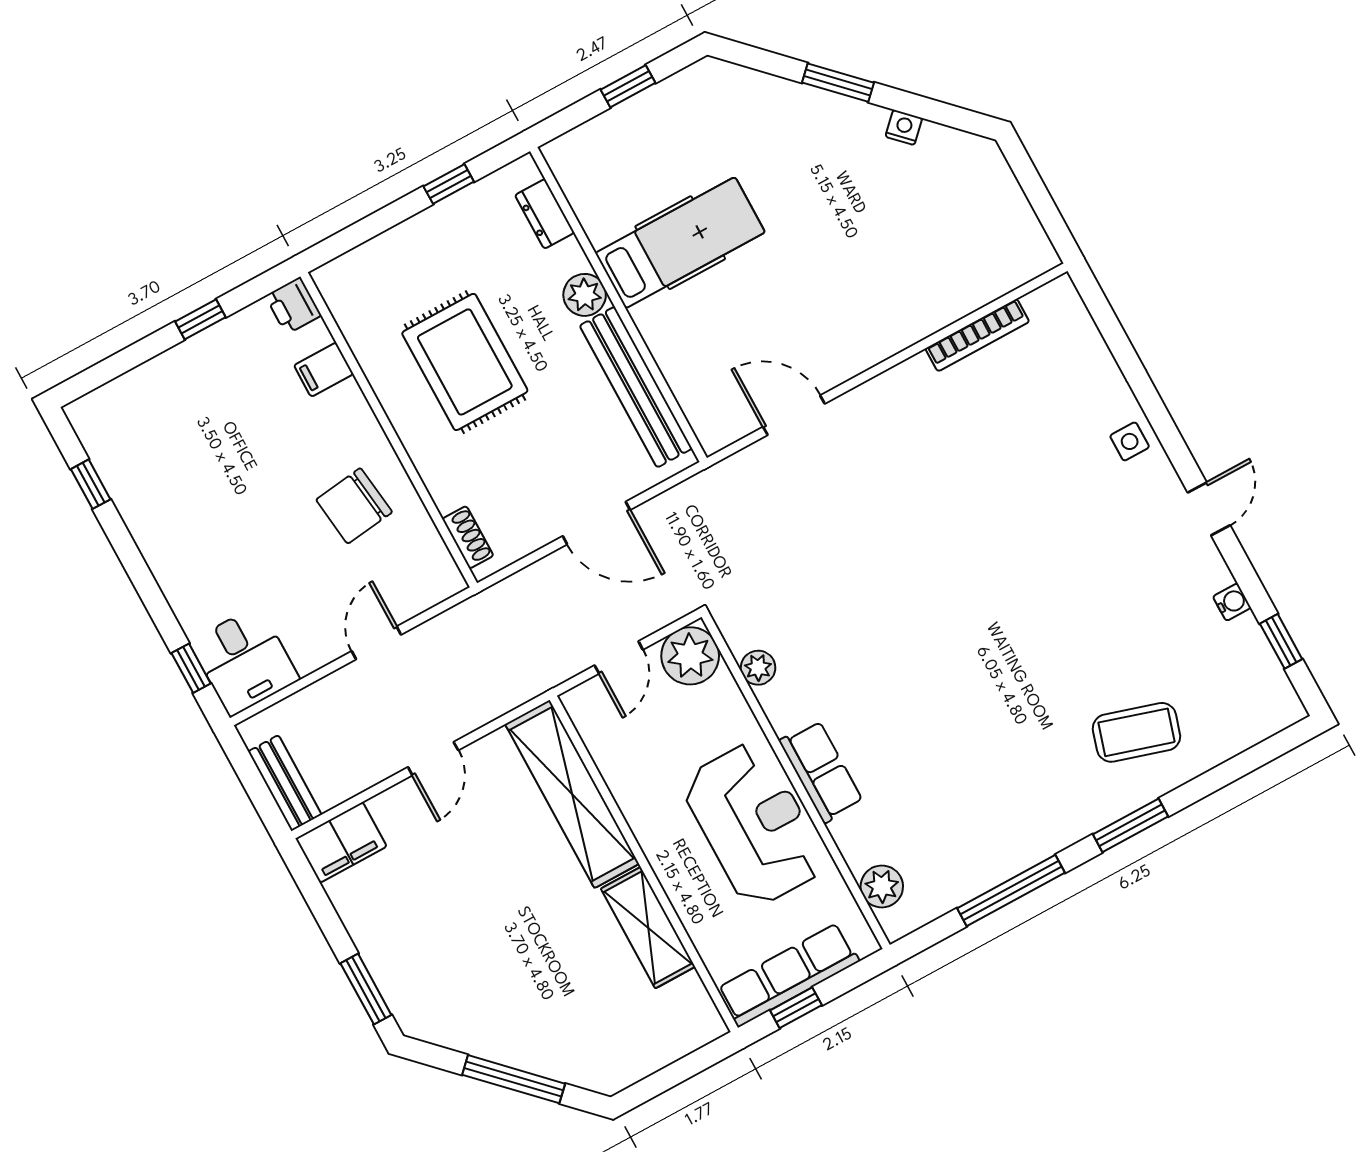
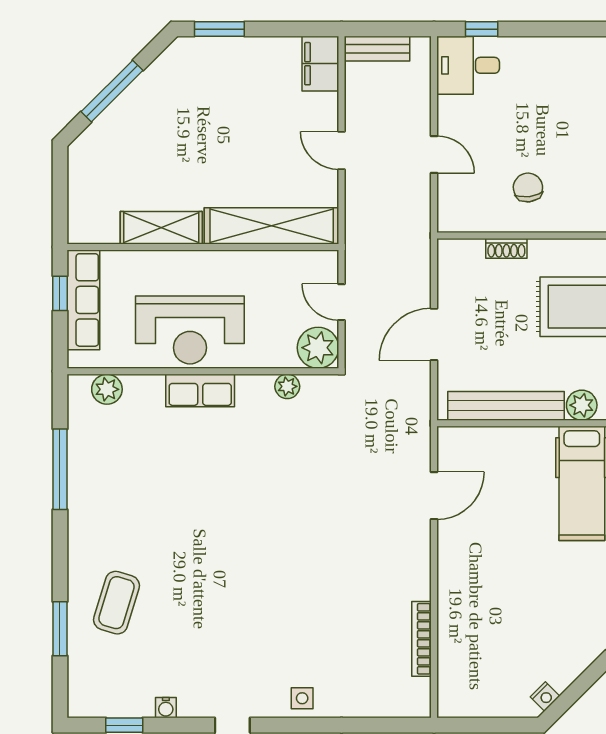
nightstand: (904, 127) -> (545, 696), moved
chair: (354, 506) -> (528, 188), width x0.73, depth x0.73
shoe rack: (468, 537) -> (506, 248), moved
window: (1131, 825) -> (60, 629), moved

